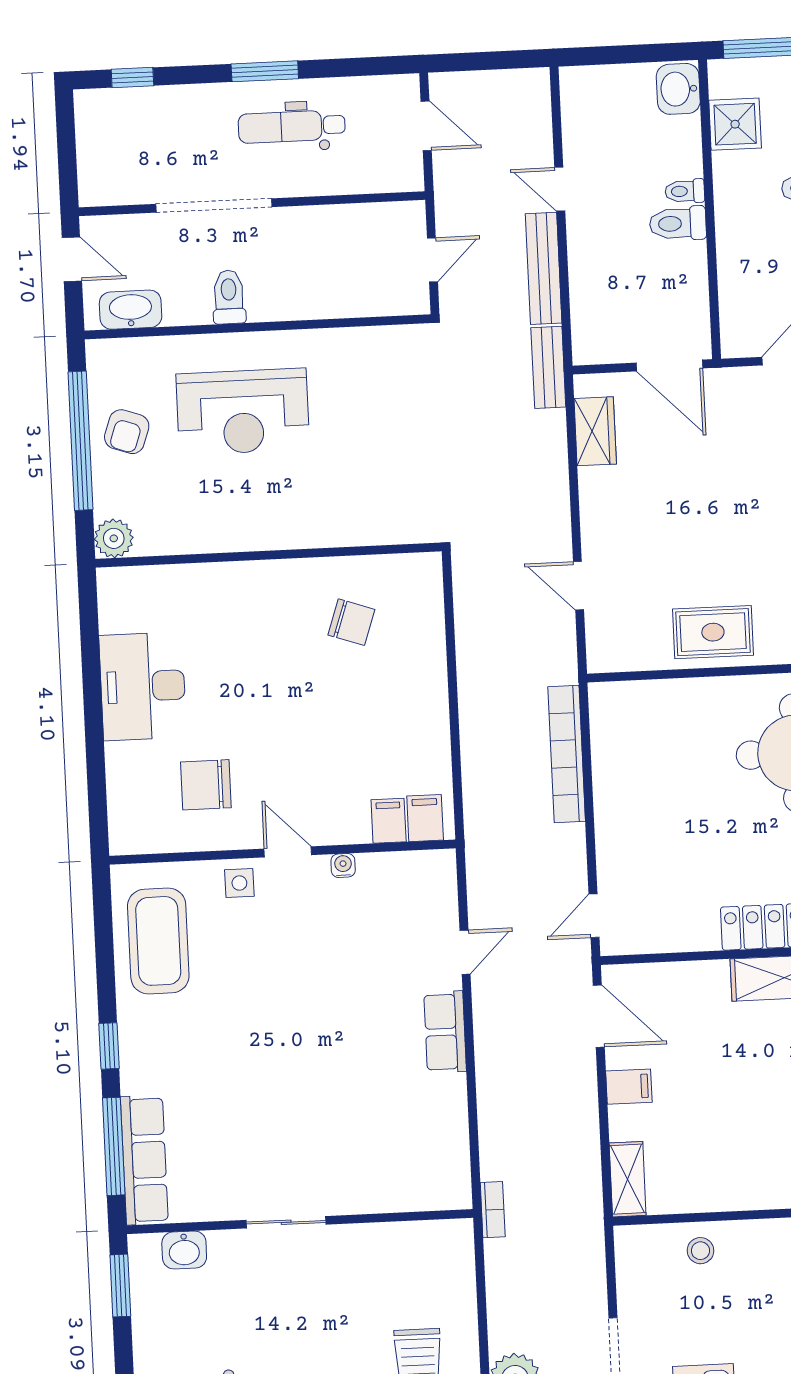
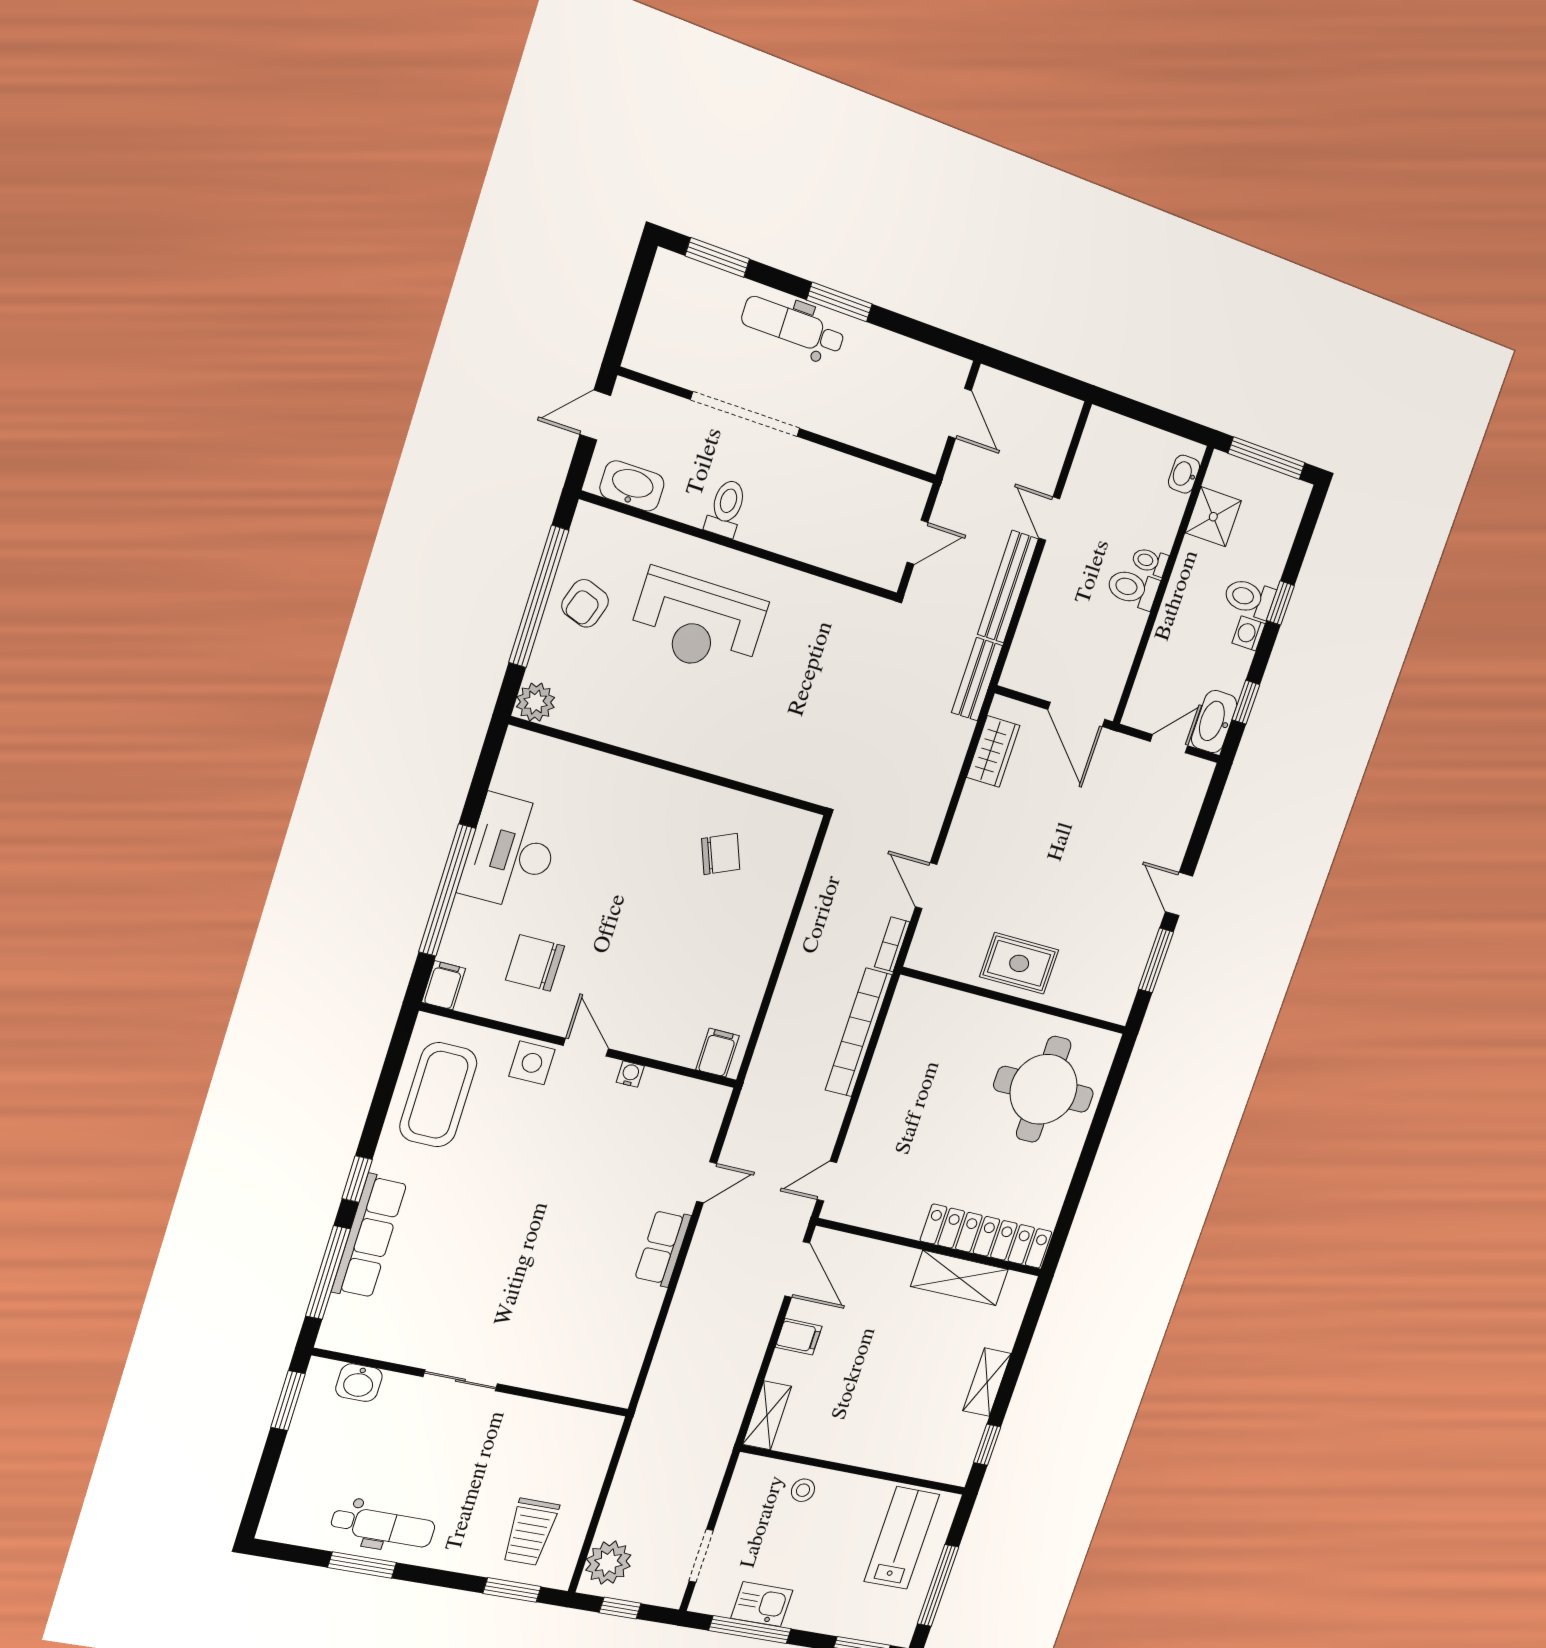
window: (132, 78) -> (717, 257), width x1.50
washbasin: (678, 89) -> (1184, 474), width x0.72, depth x0.69
dental chair: (292, 127) -> (793, 326), moved
door: (72, 259) -> (595, 415), swing flipped
chair: (351, 622) -> (721, 854), turned -42
window: (95, 741) -> (447, 890), added
filing cabinet: (389, 821) -> (444, 985), moved
side table: (239, 883) -> (532, 1063), width x1.37, depth x1.37
row of seats: (144, 1160) -> (369, 1237), moved
bookcase: (493, 1210) -> (892, 944), moved, turned 180

